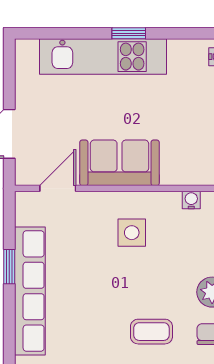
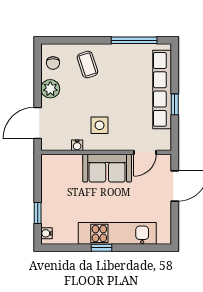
water cooler: (191, 200) -> (77, 145), moved
coffee table: (151, 332) -> (87, 65), turned 72

